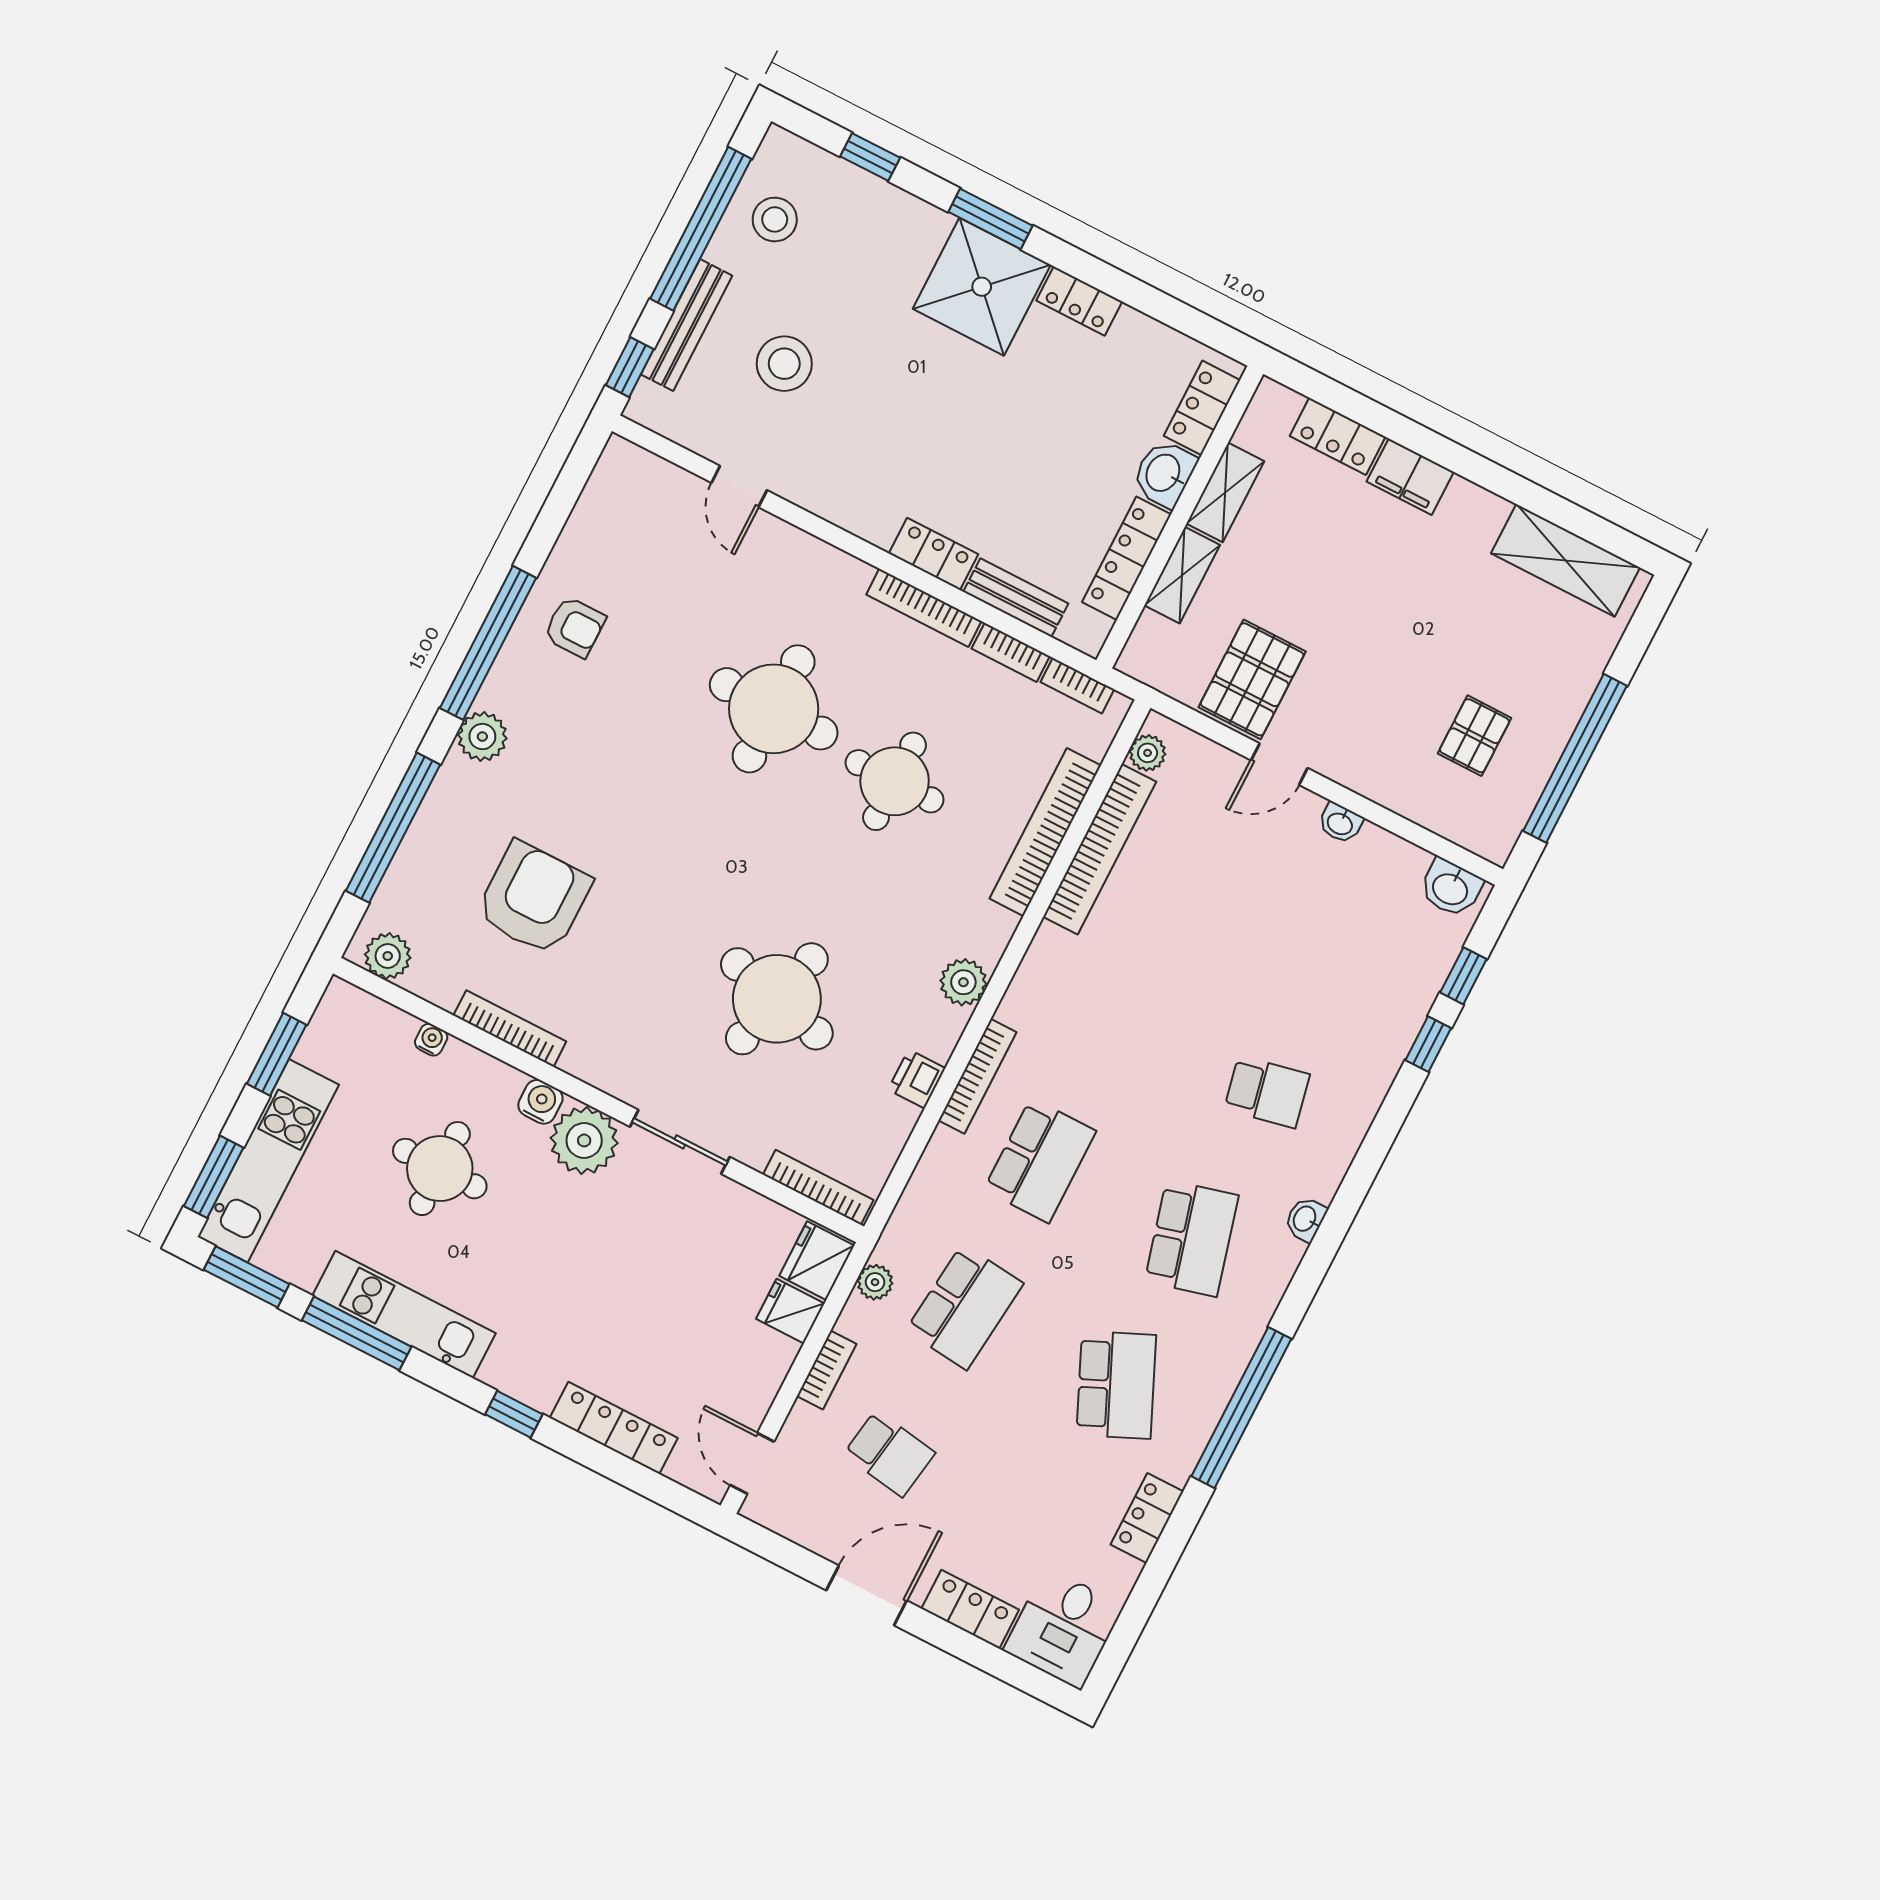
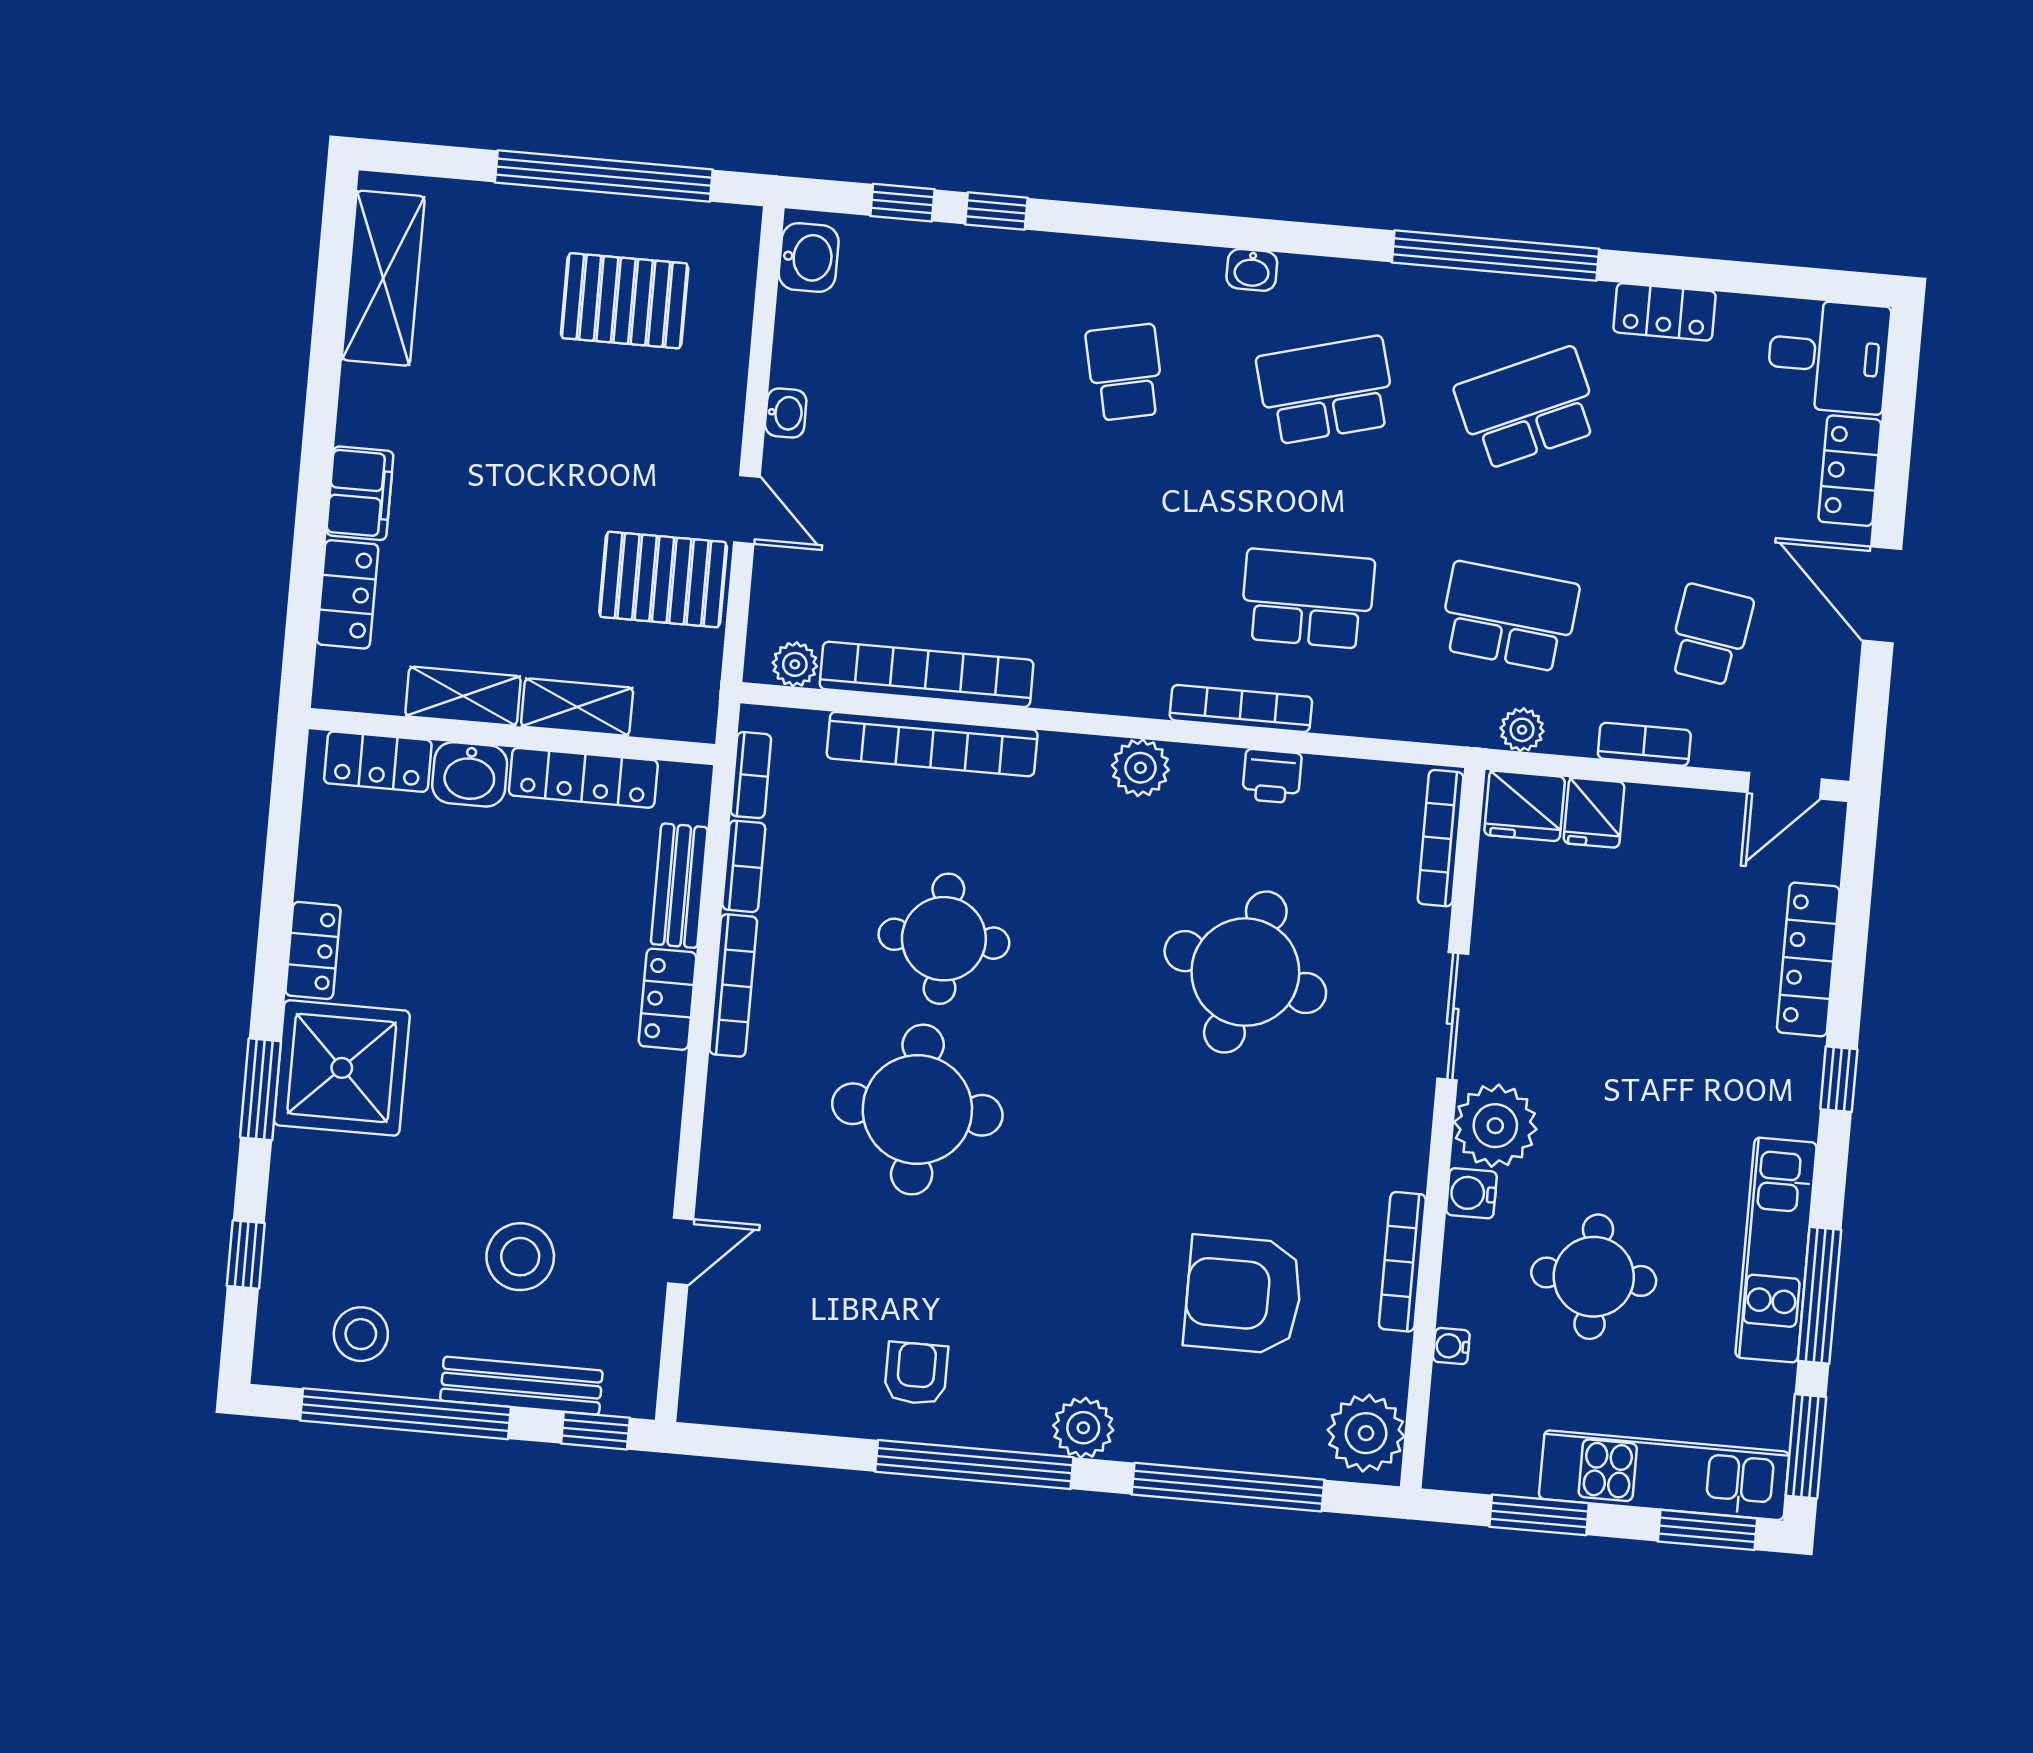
pallet: (1474, 736) -> (625, 301), width x1.50, depth x1.42
plant: (388, 956) -> (1366, 1433), width x1.36, depth x1.36

